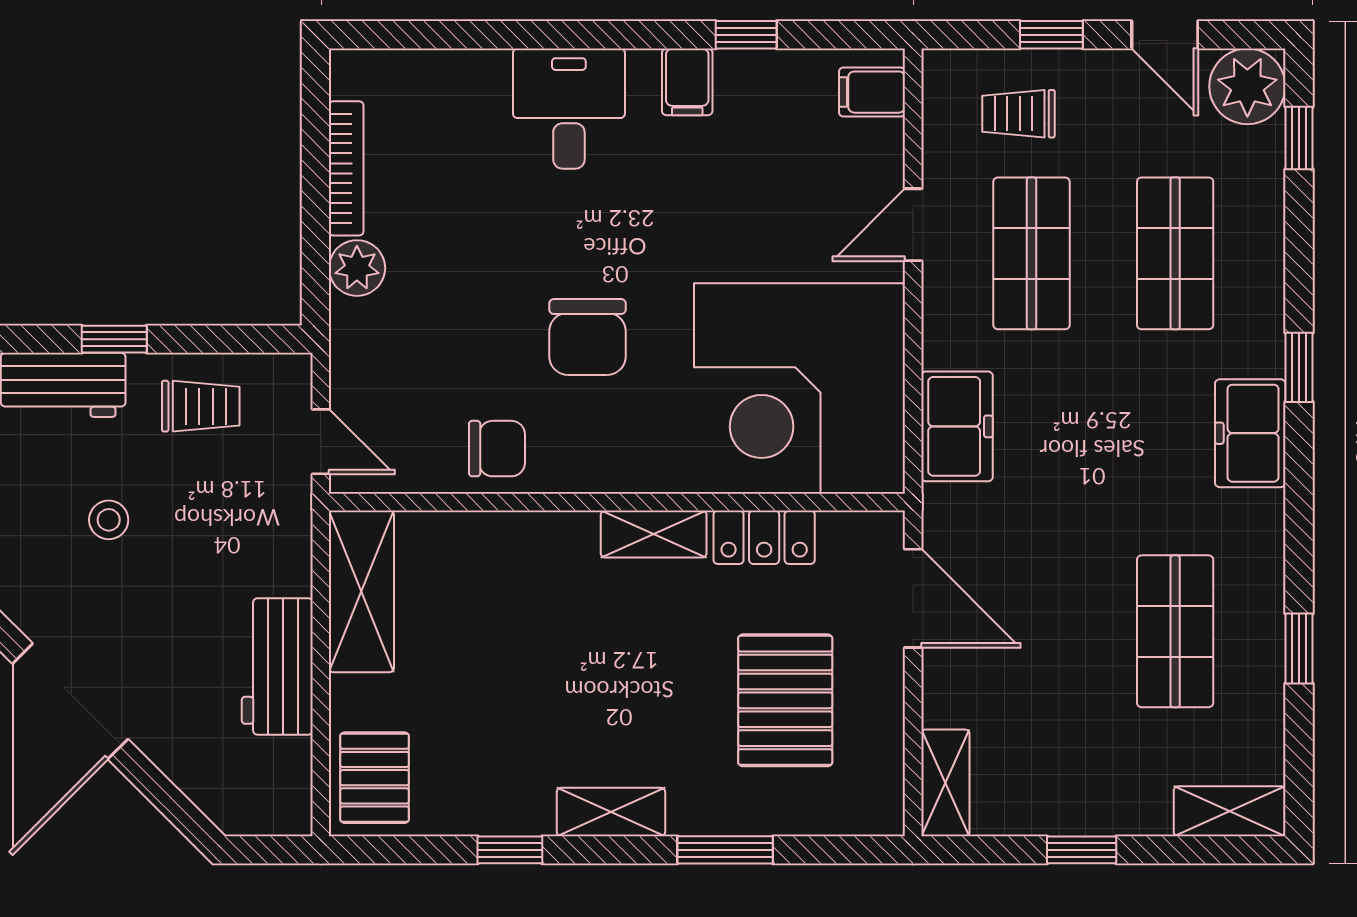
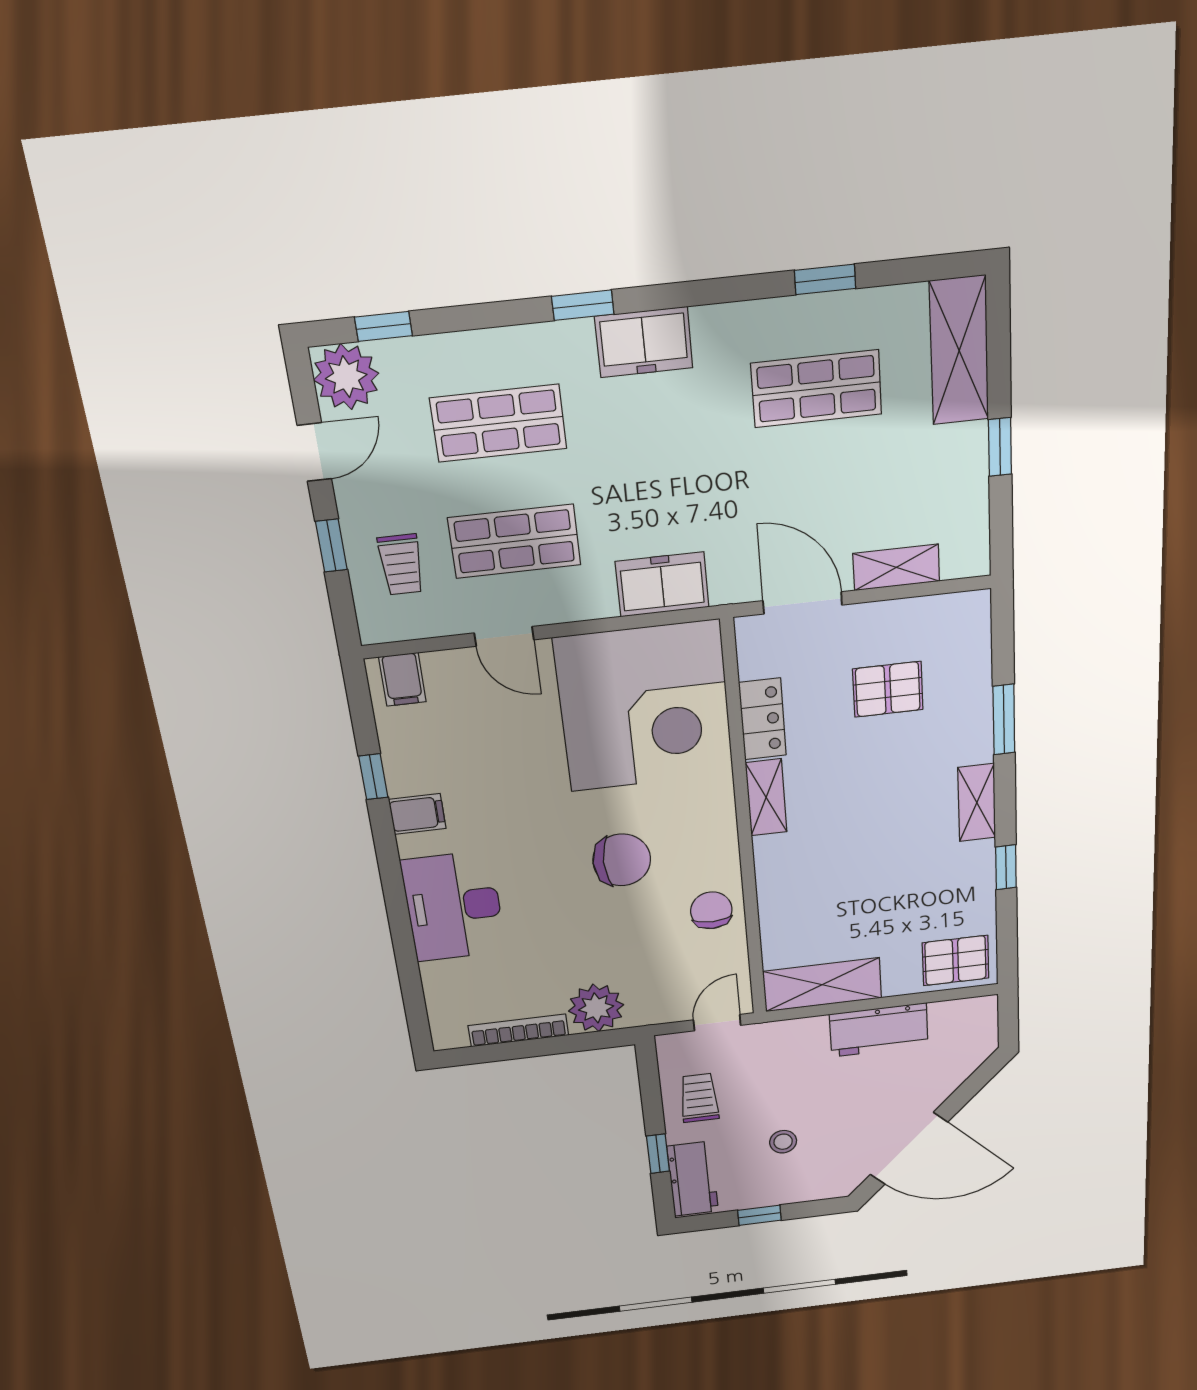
desk: (569, 109) -> (454, 906), width x1.37
plant: (357, 268) -> (596, 1008), width x1.36, depth x1.36
door: (913, 598) -> (803, 603), hinge flipped
pallet: (785, 700) -> (888, 689), width x0.67, depth x0.71
shelving: (945, 783) -> (896, 567), moved
shelving: (1230, 811) -> (959, 351), width x1.50, depth x1.33

